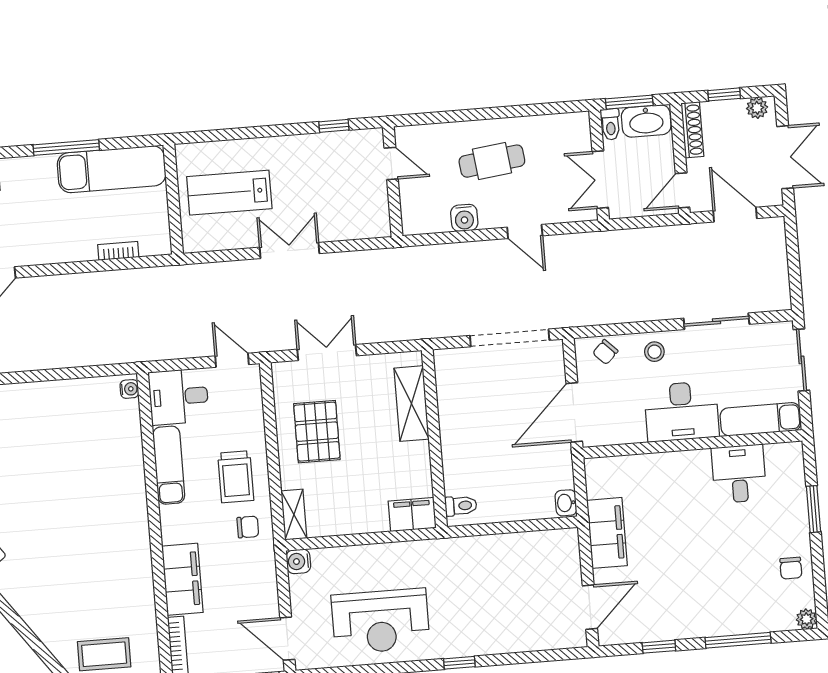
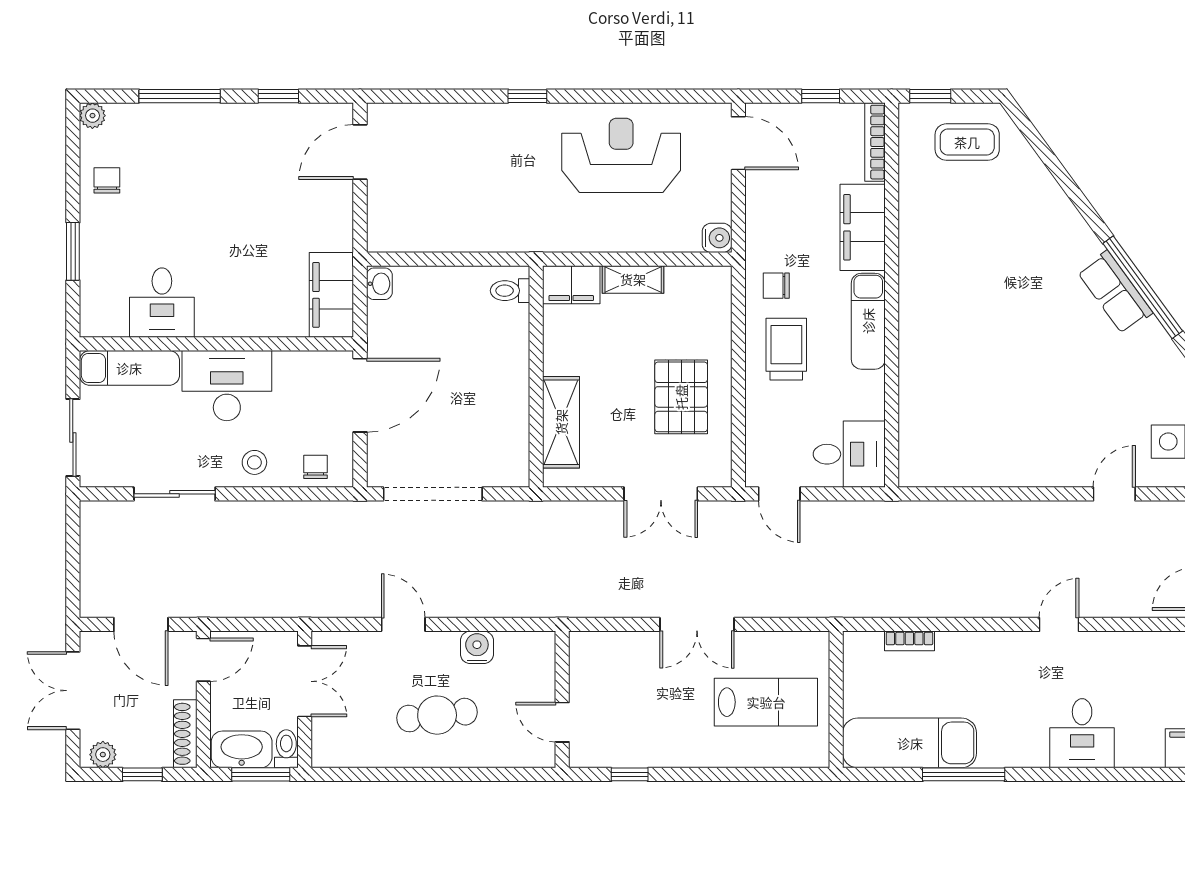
chair: (605, 352) -> (315, 467), turned -45
water cooler: (129, 389) -> (909, 469), removed
exam couch: (169, 465) -> (868, 321), moved
shelving: (294, 515) -> (633, 279), moved, turned 90
filing cabinet: (607, 533) -> (331, 295), moved

